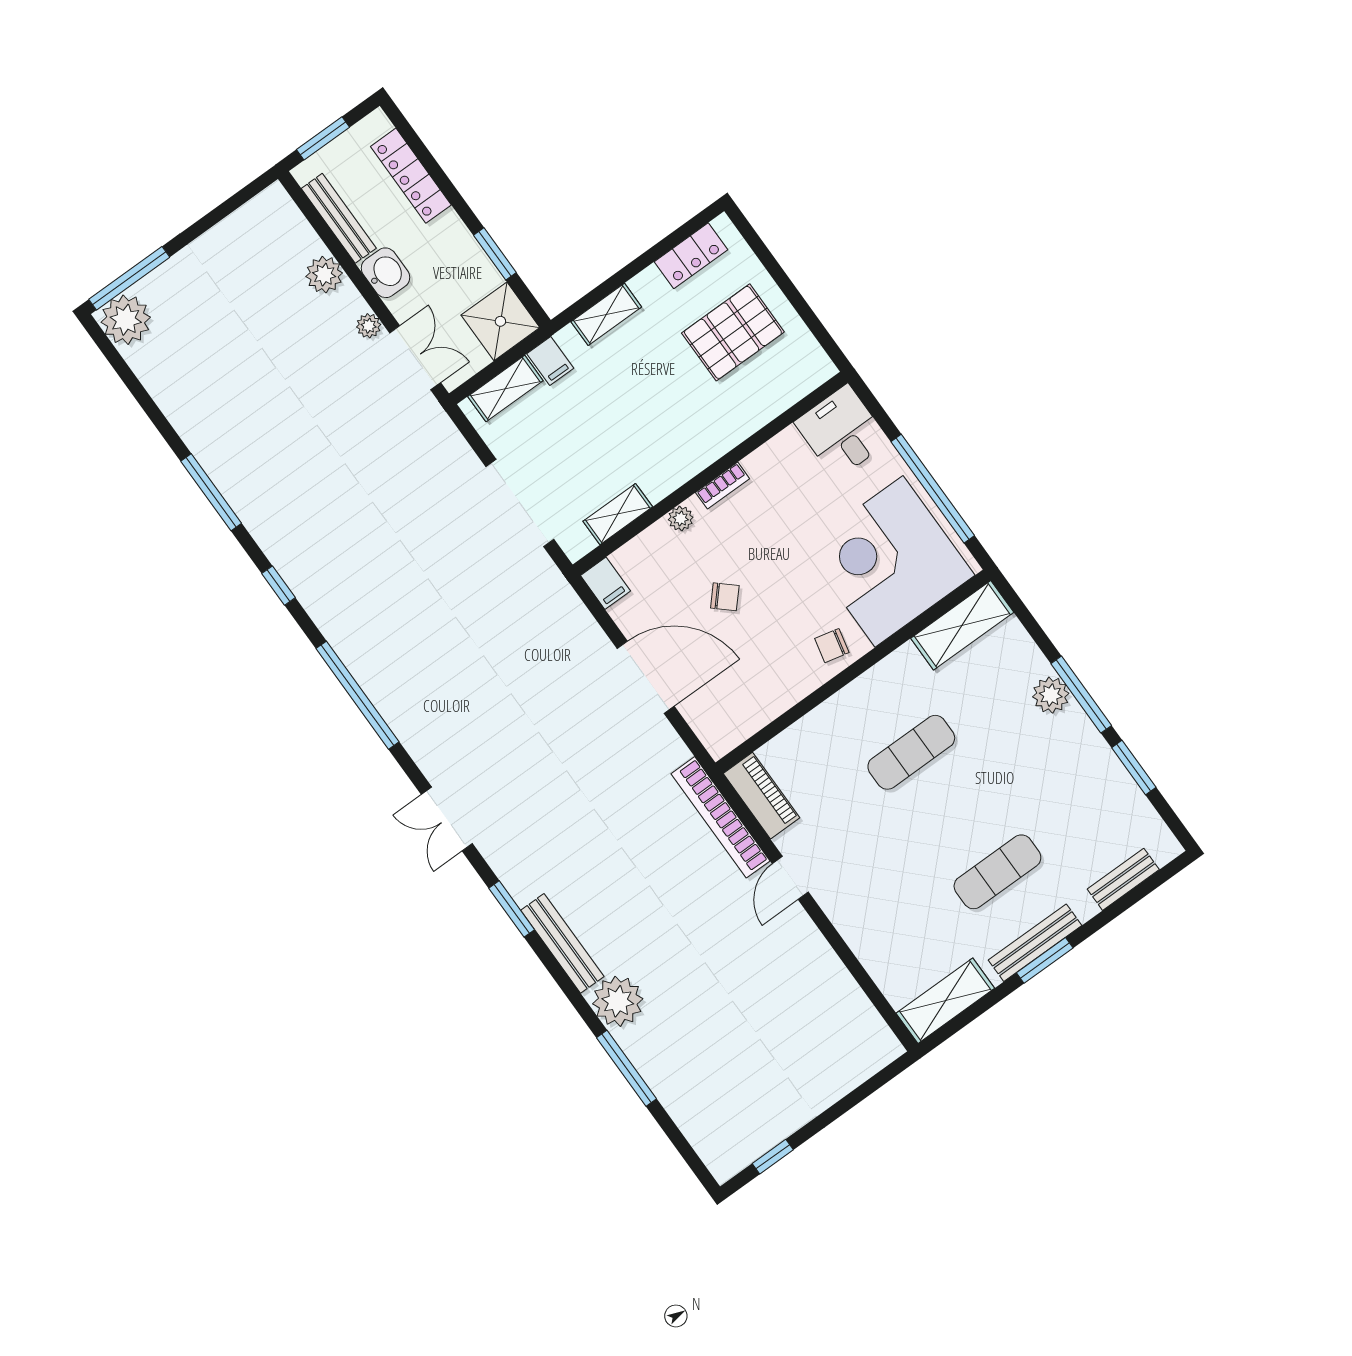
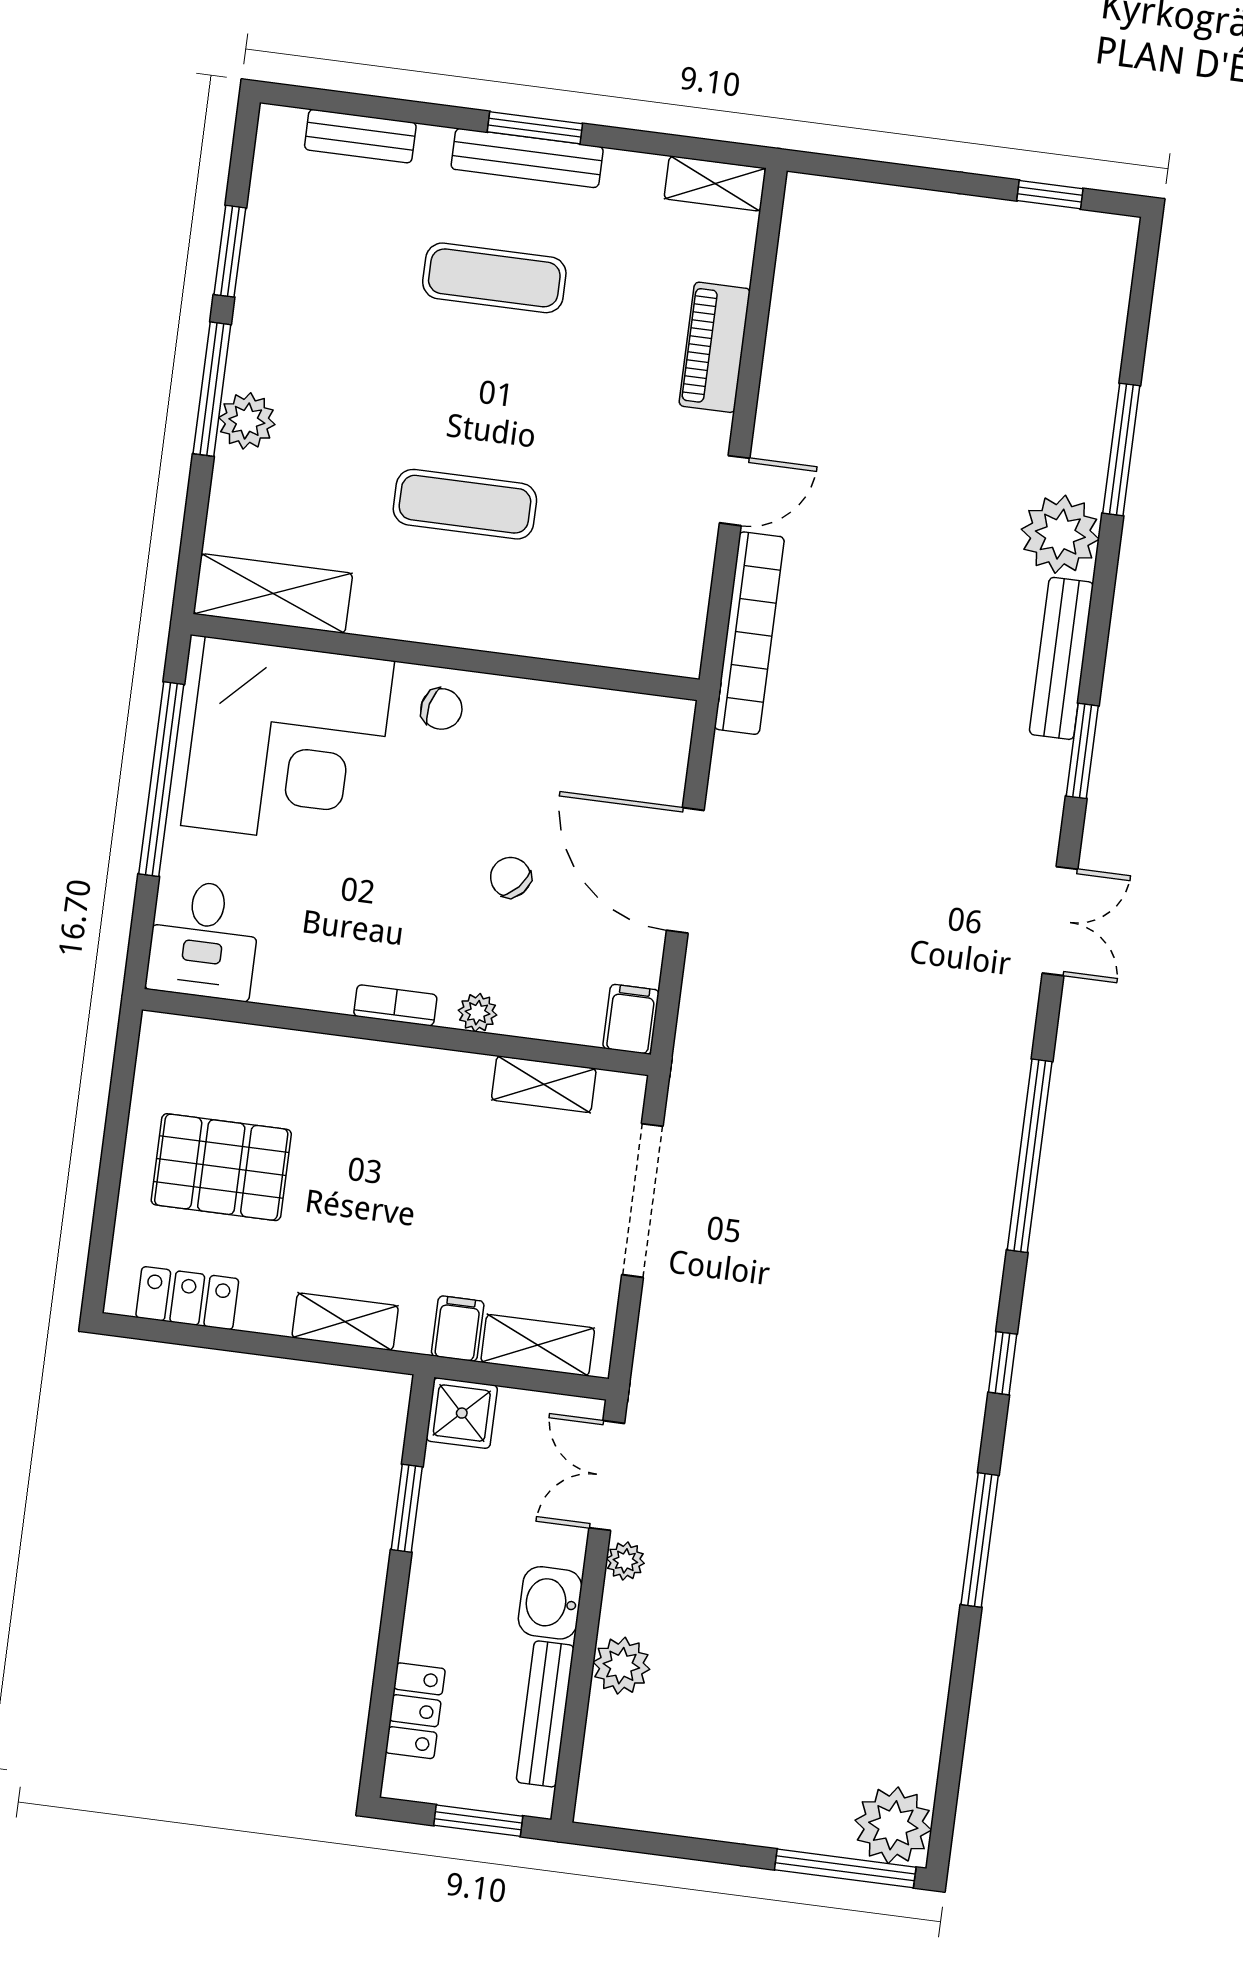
locker: (411, 176) -> (415, 1711), width x0.66
shower: (500, 321) -> (462, 1413), width x0.73, depth x0.73
piano: (761, 796) -> (715, 347), moved
shelving: (945, 1001) -> (715, 184), width x0.67, depth x0.75

